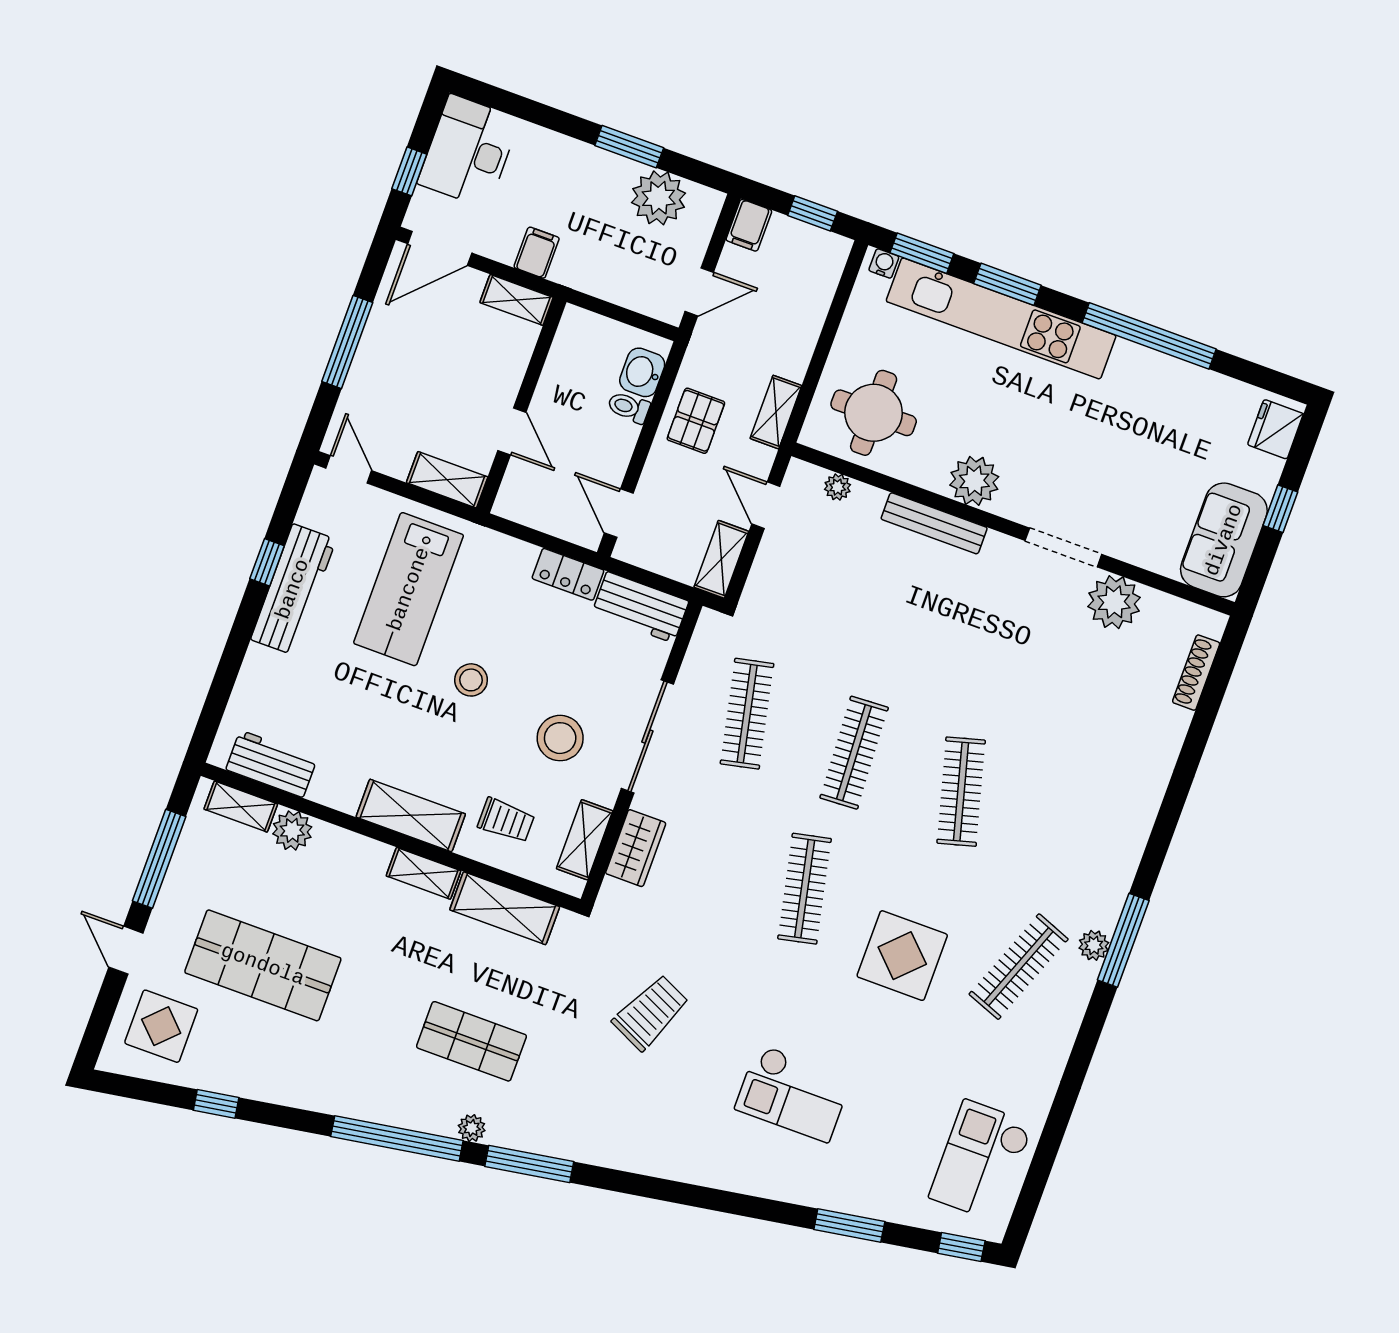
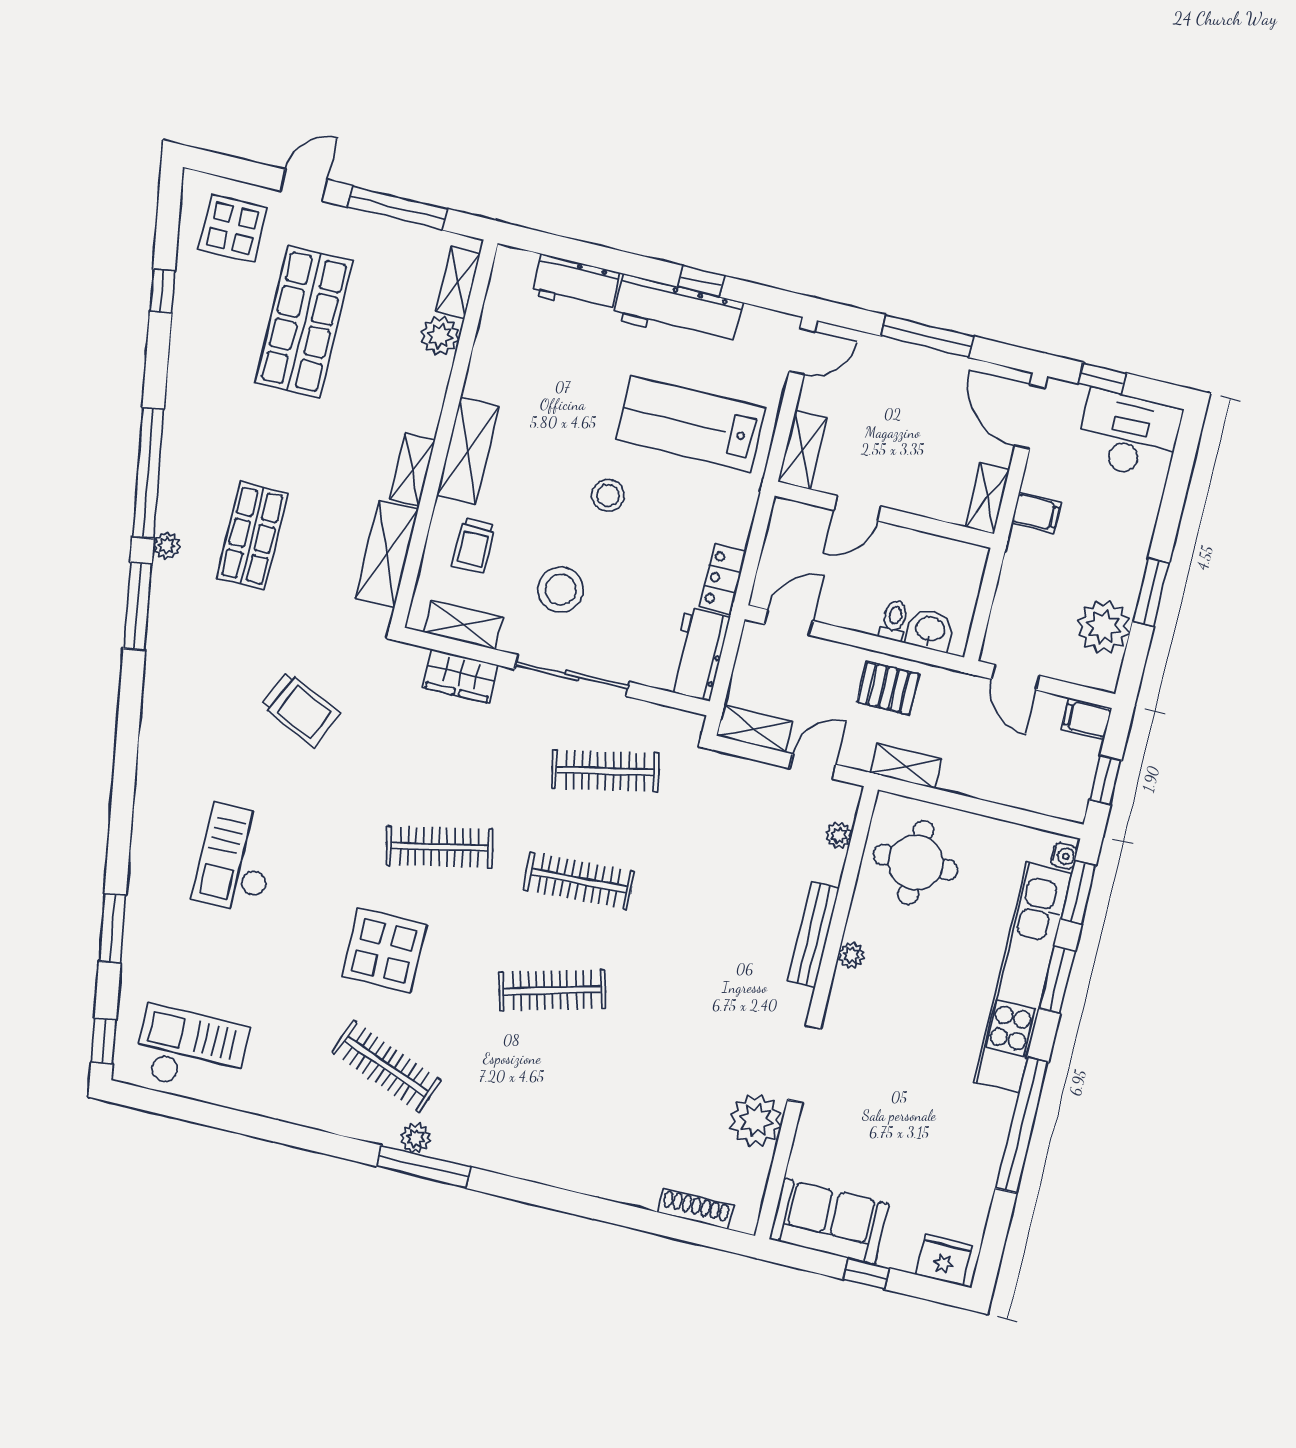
plant: (974, 481) -> (851, 955), width x0.53, depth x0.53
workbench: (272, 764) -> (576, 284), moved, turned 90

